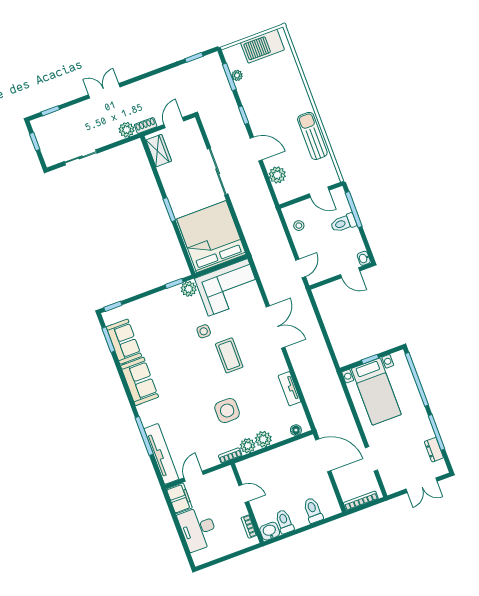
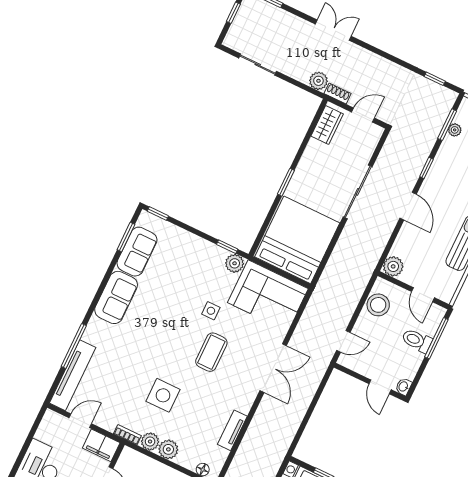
plant: (277, 175) -> (393, 266), moved
stool: (299, 226) -> (378, 305), width x1.89, depth x1.89
filing cabinet: (179, 498) -> (101, 445), moved, turned 90

